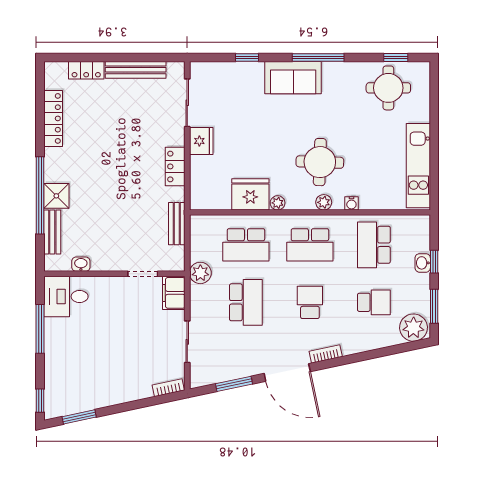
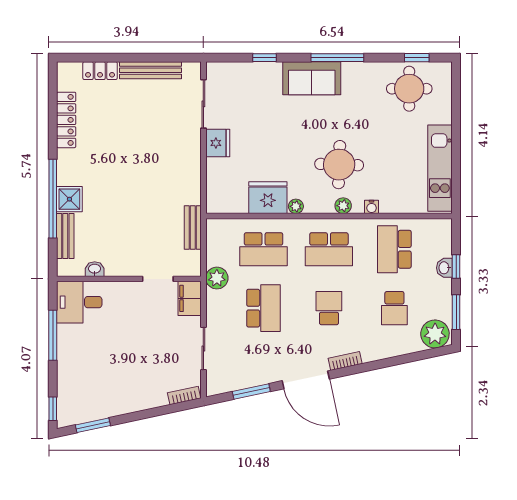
locker: (175, 166) -> (191, 169), removed
school desk: (374, 302) -> (394, 308), turned 90

